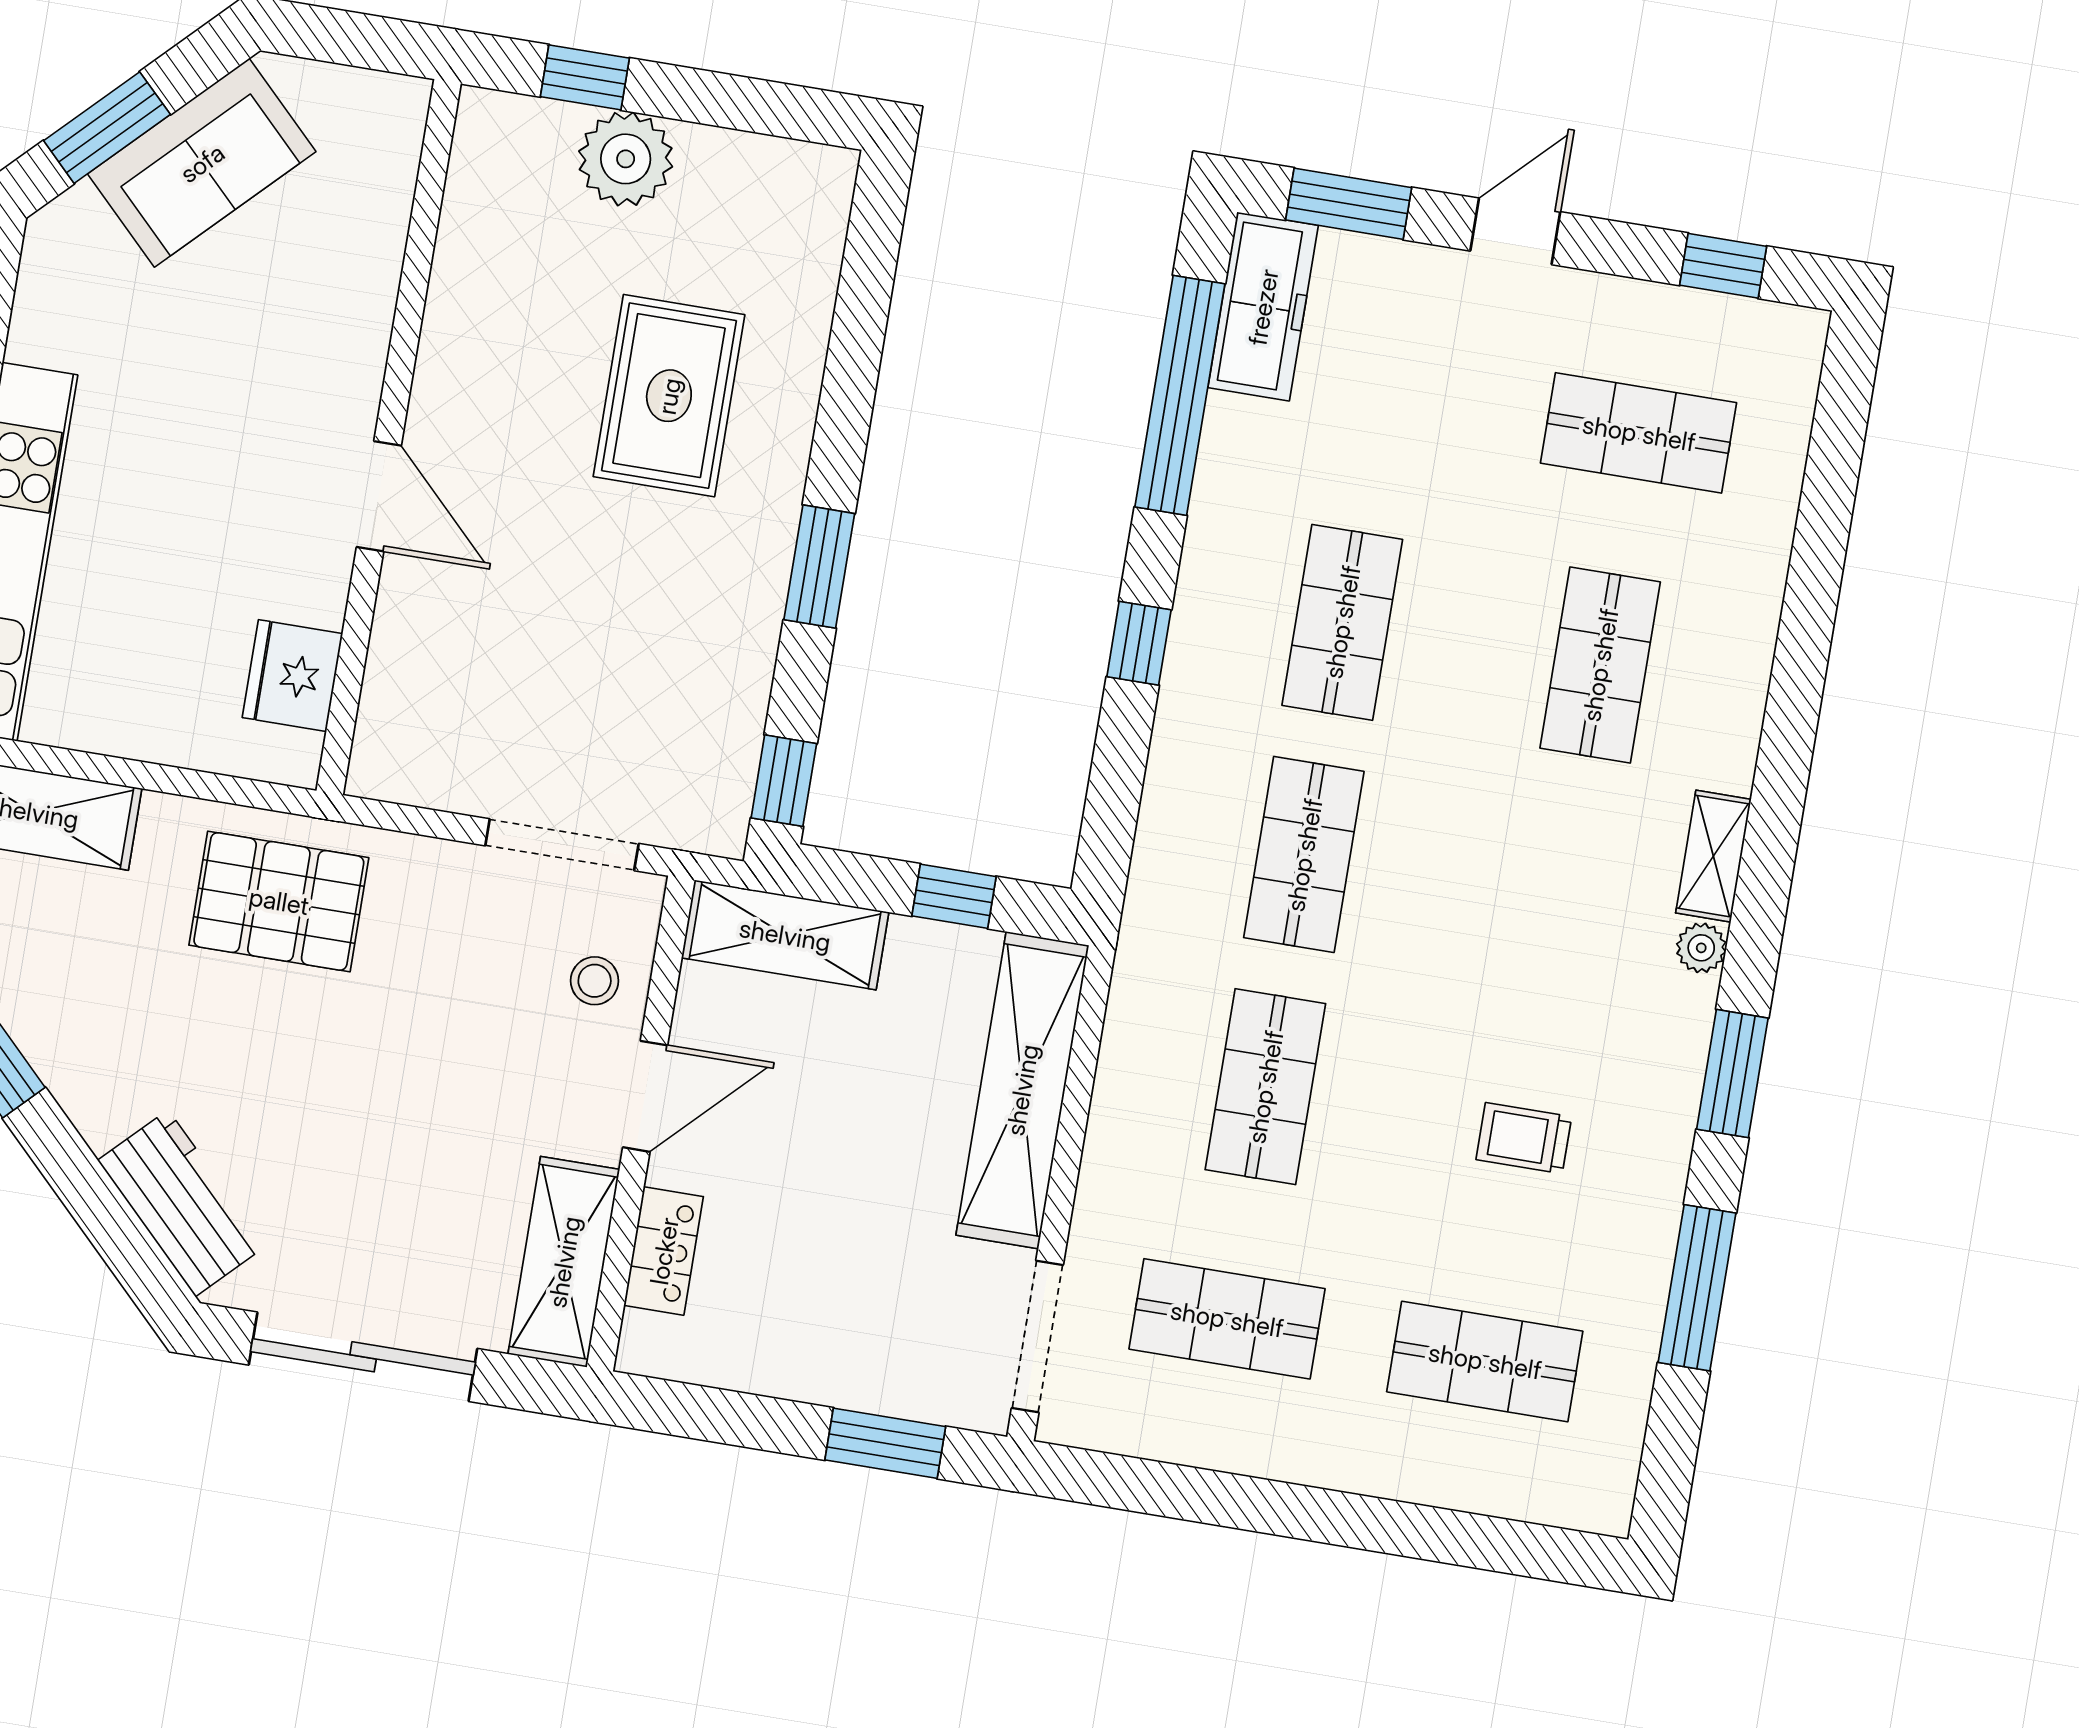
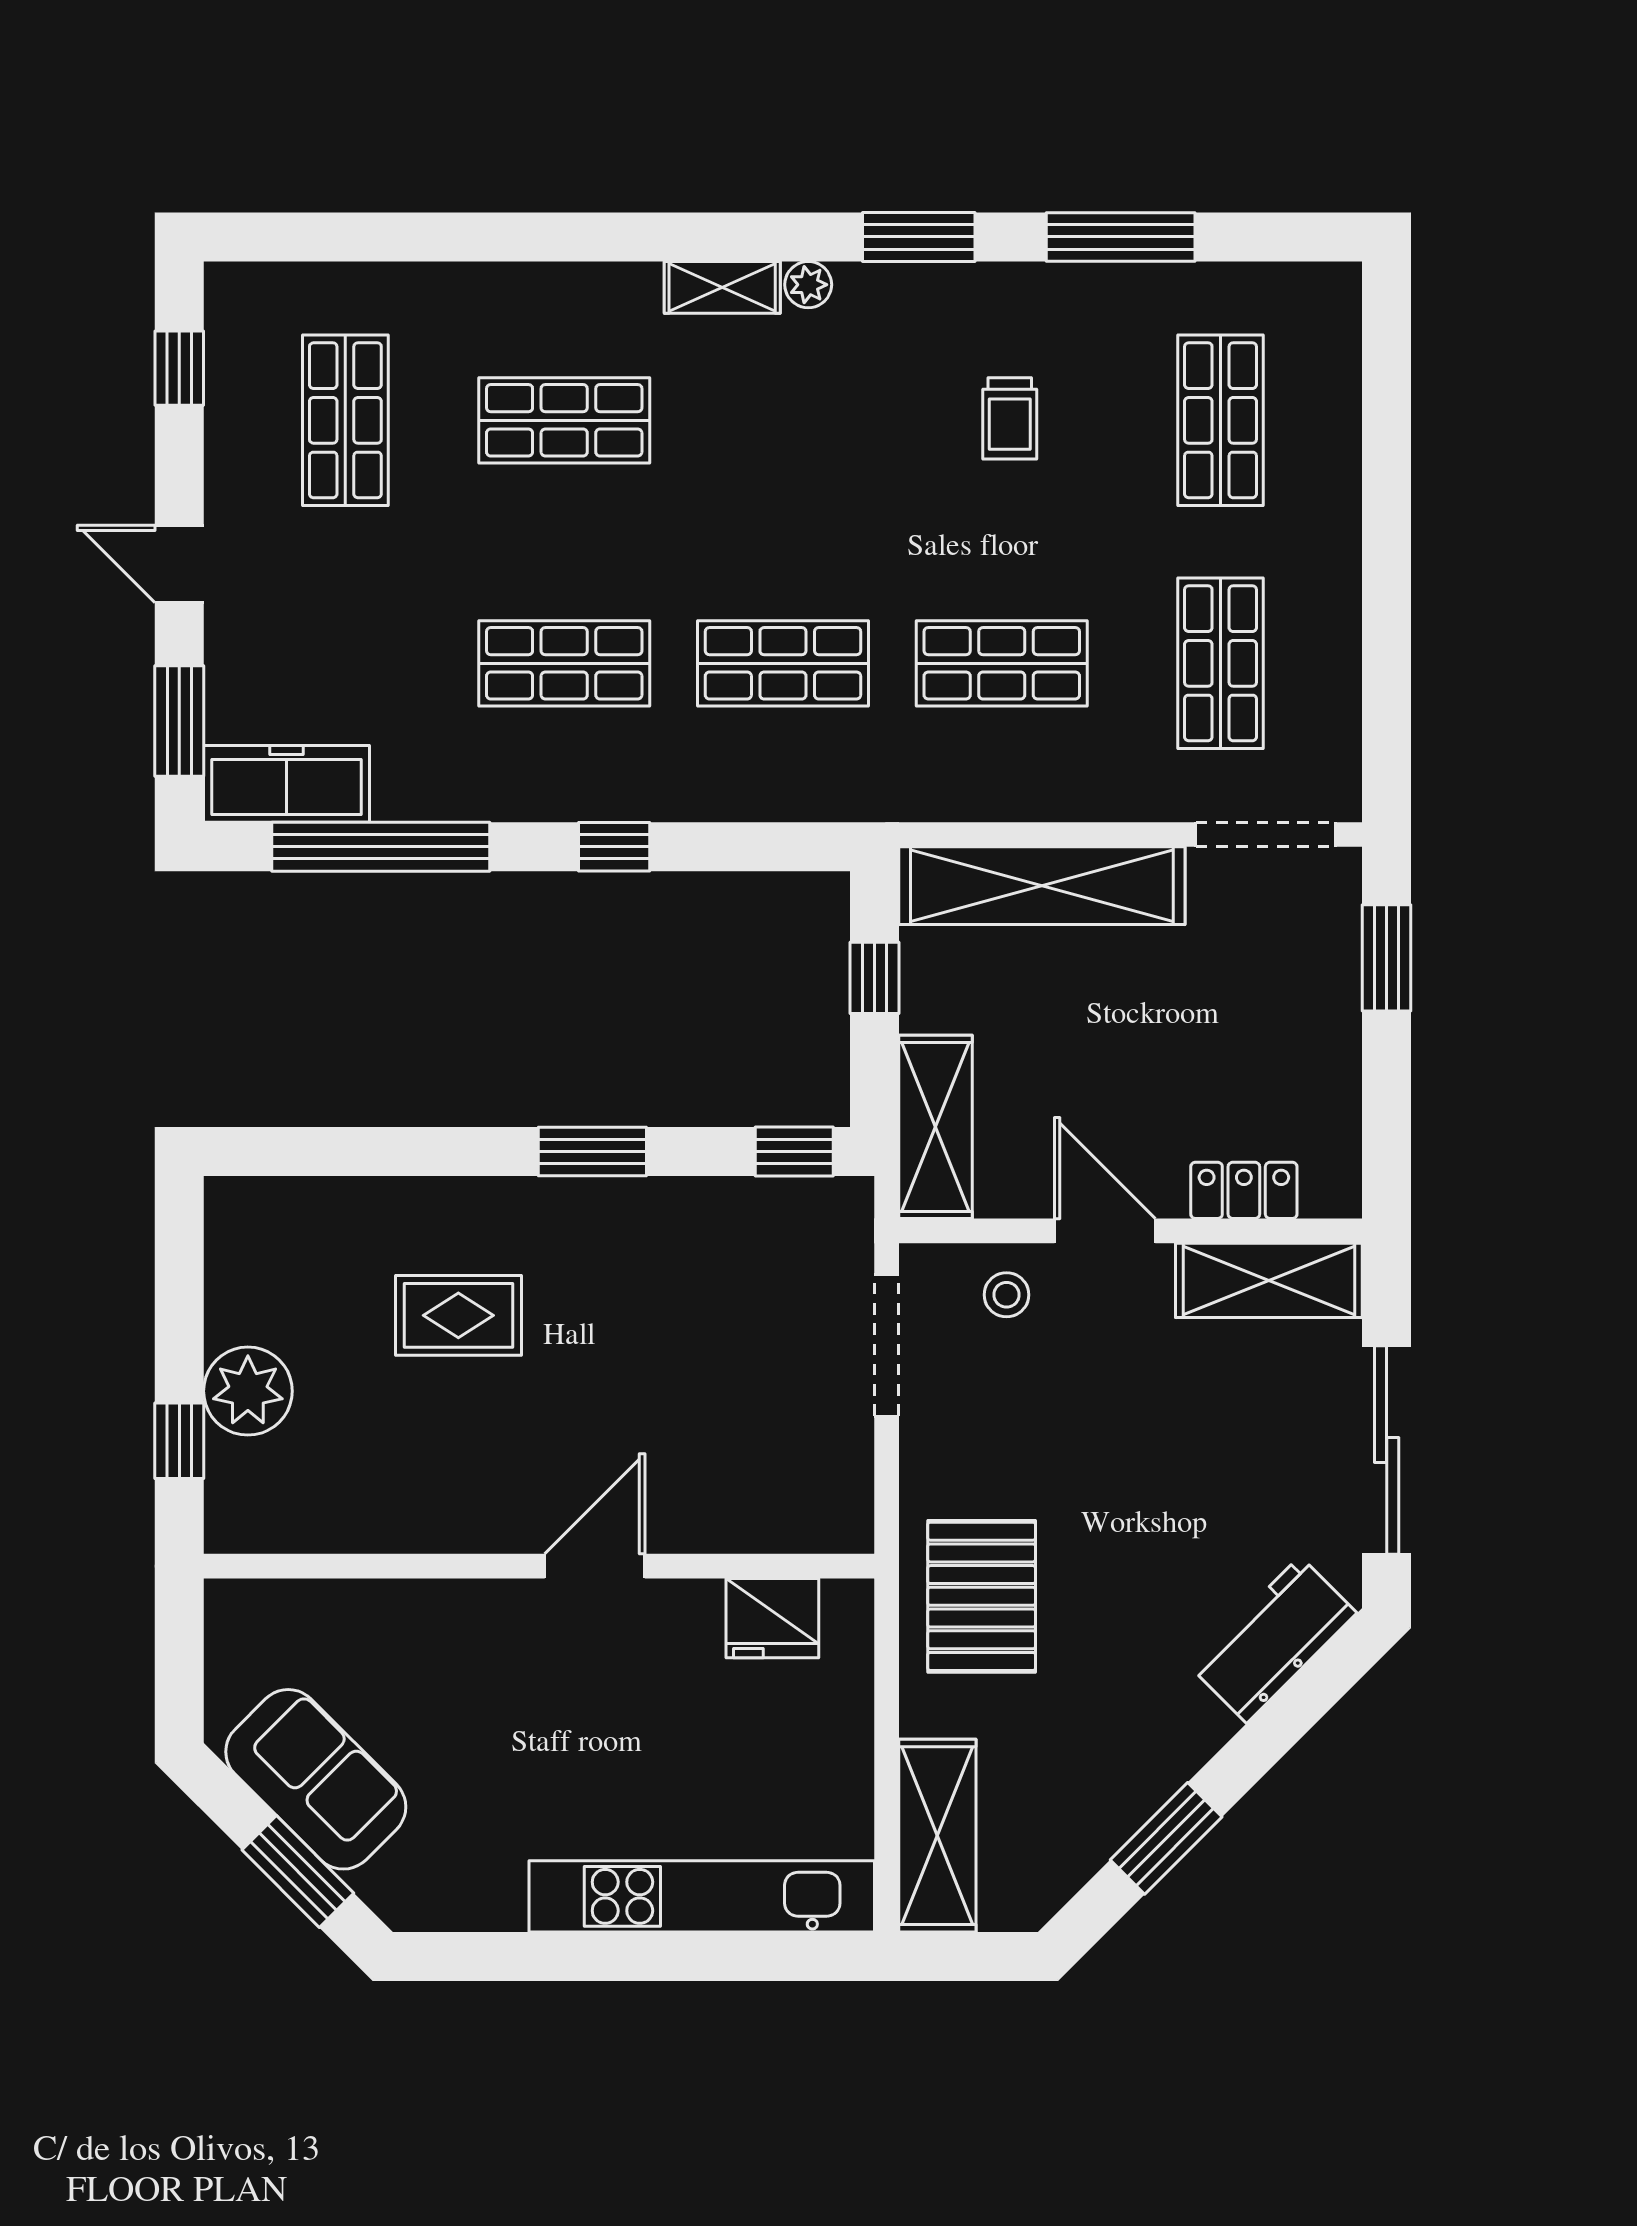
rug: (669, 396) -> (458, 1315), width x0.73, depth x0.70

